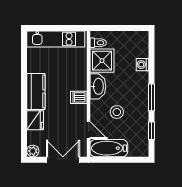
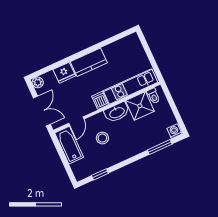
kitchen unit: (56, 39) -> (131, 87), moved, turned 90
washing machine: (142, 65) -> (174, 131), moved
window: (152, 97) -> (160, 147), moved

